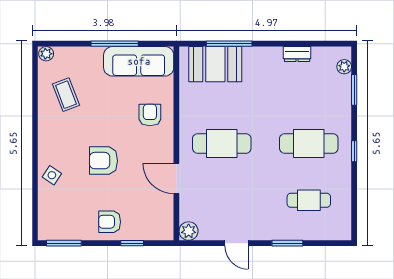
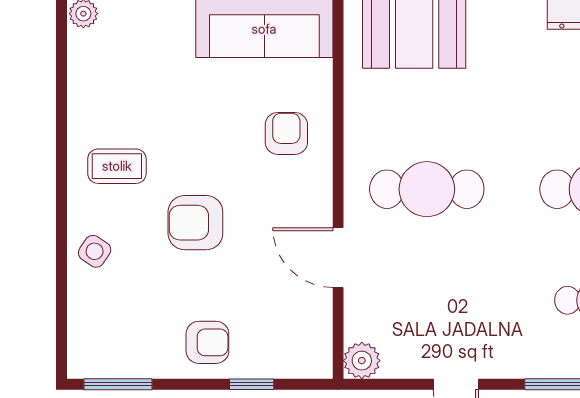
coffee table: (66, 95) -> (117, 166), moved, turned -69
armchair: (110, 222) -> (207, 342), turned 180

